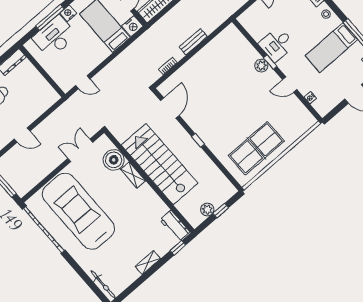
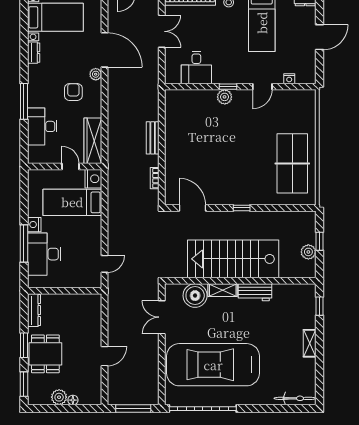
desk: (277, 44) -> (196, 67), moved
workbench: (175, 226) -> (255, 292), moved

